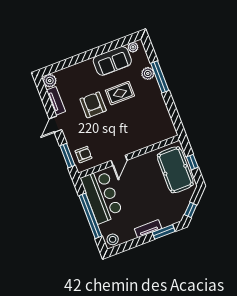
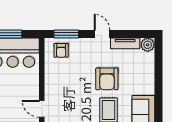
armchair: (93, 105) -> (107, 79), turned 90
door: (119, 160) -> (42, 109), moved

